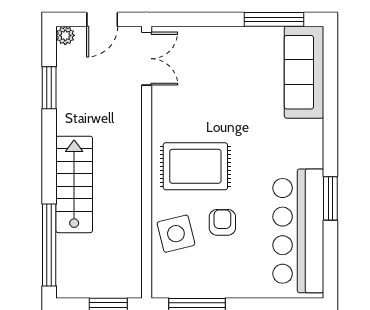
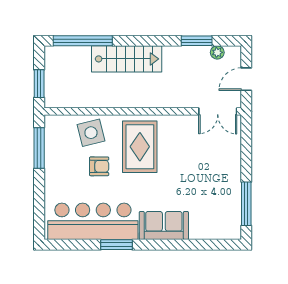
door: (102, 19) -> (246, 79), hinge flipped
plant: (65, 35) -> (217, 52), moved
sofa: (304, 72) -> (164, 225), moved, width x0.73

